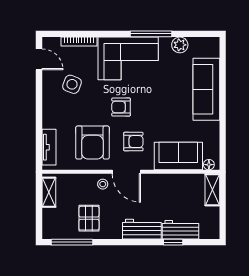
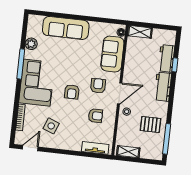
armchair: (93, 143) -> (95, 116), width x0.53, depth x0.53

